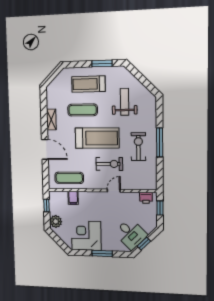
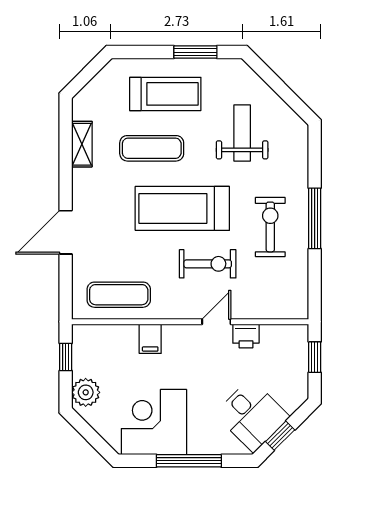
treadmill: (88, 84) -> (165, 94), turned 180
shelving: (51, 120) -> (82, 144), moved
treadmill: (97, 138) -> (182, 208), turned 180
door: (45, 149) -> (66, 232), swing flipped
filing cabinet: (73, 198) -> (150, 339), moved
printer: (146, 198) -> (246, 336), moved
window: (102, 253) -> (189, 461), width x1.44

